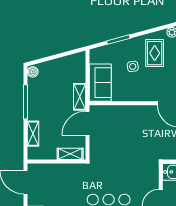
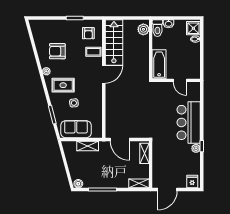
sofa: (100, 83) -> (76, 129), moved
shelving: (80, 97) -> (88, 146), moved
shelving: (33, 134) -> (139, 183), moved

